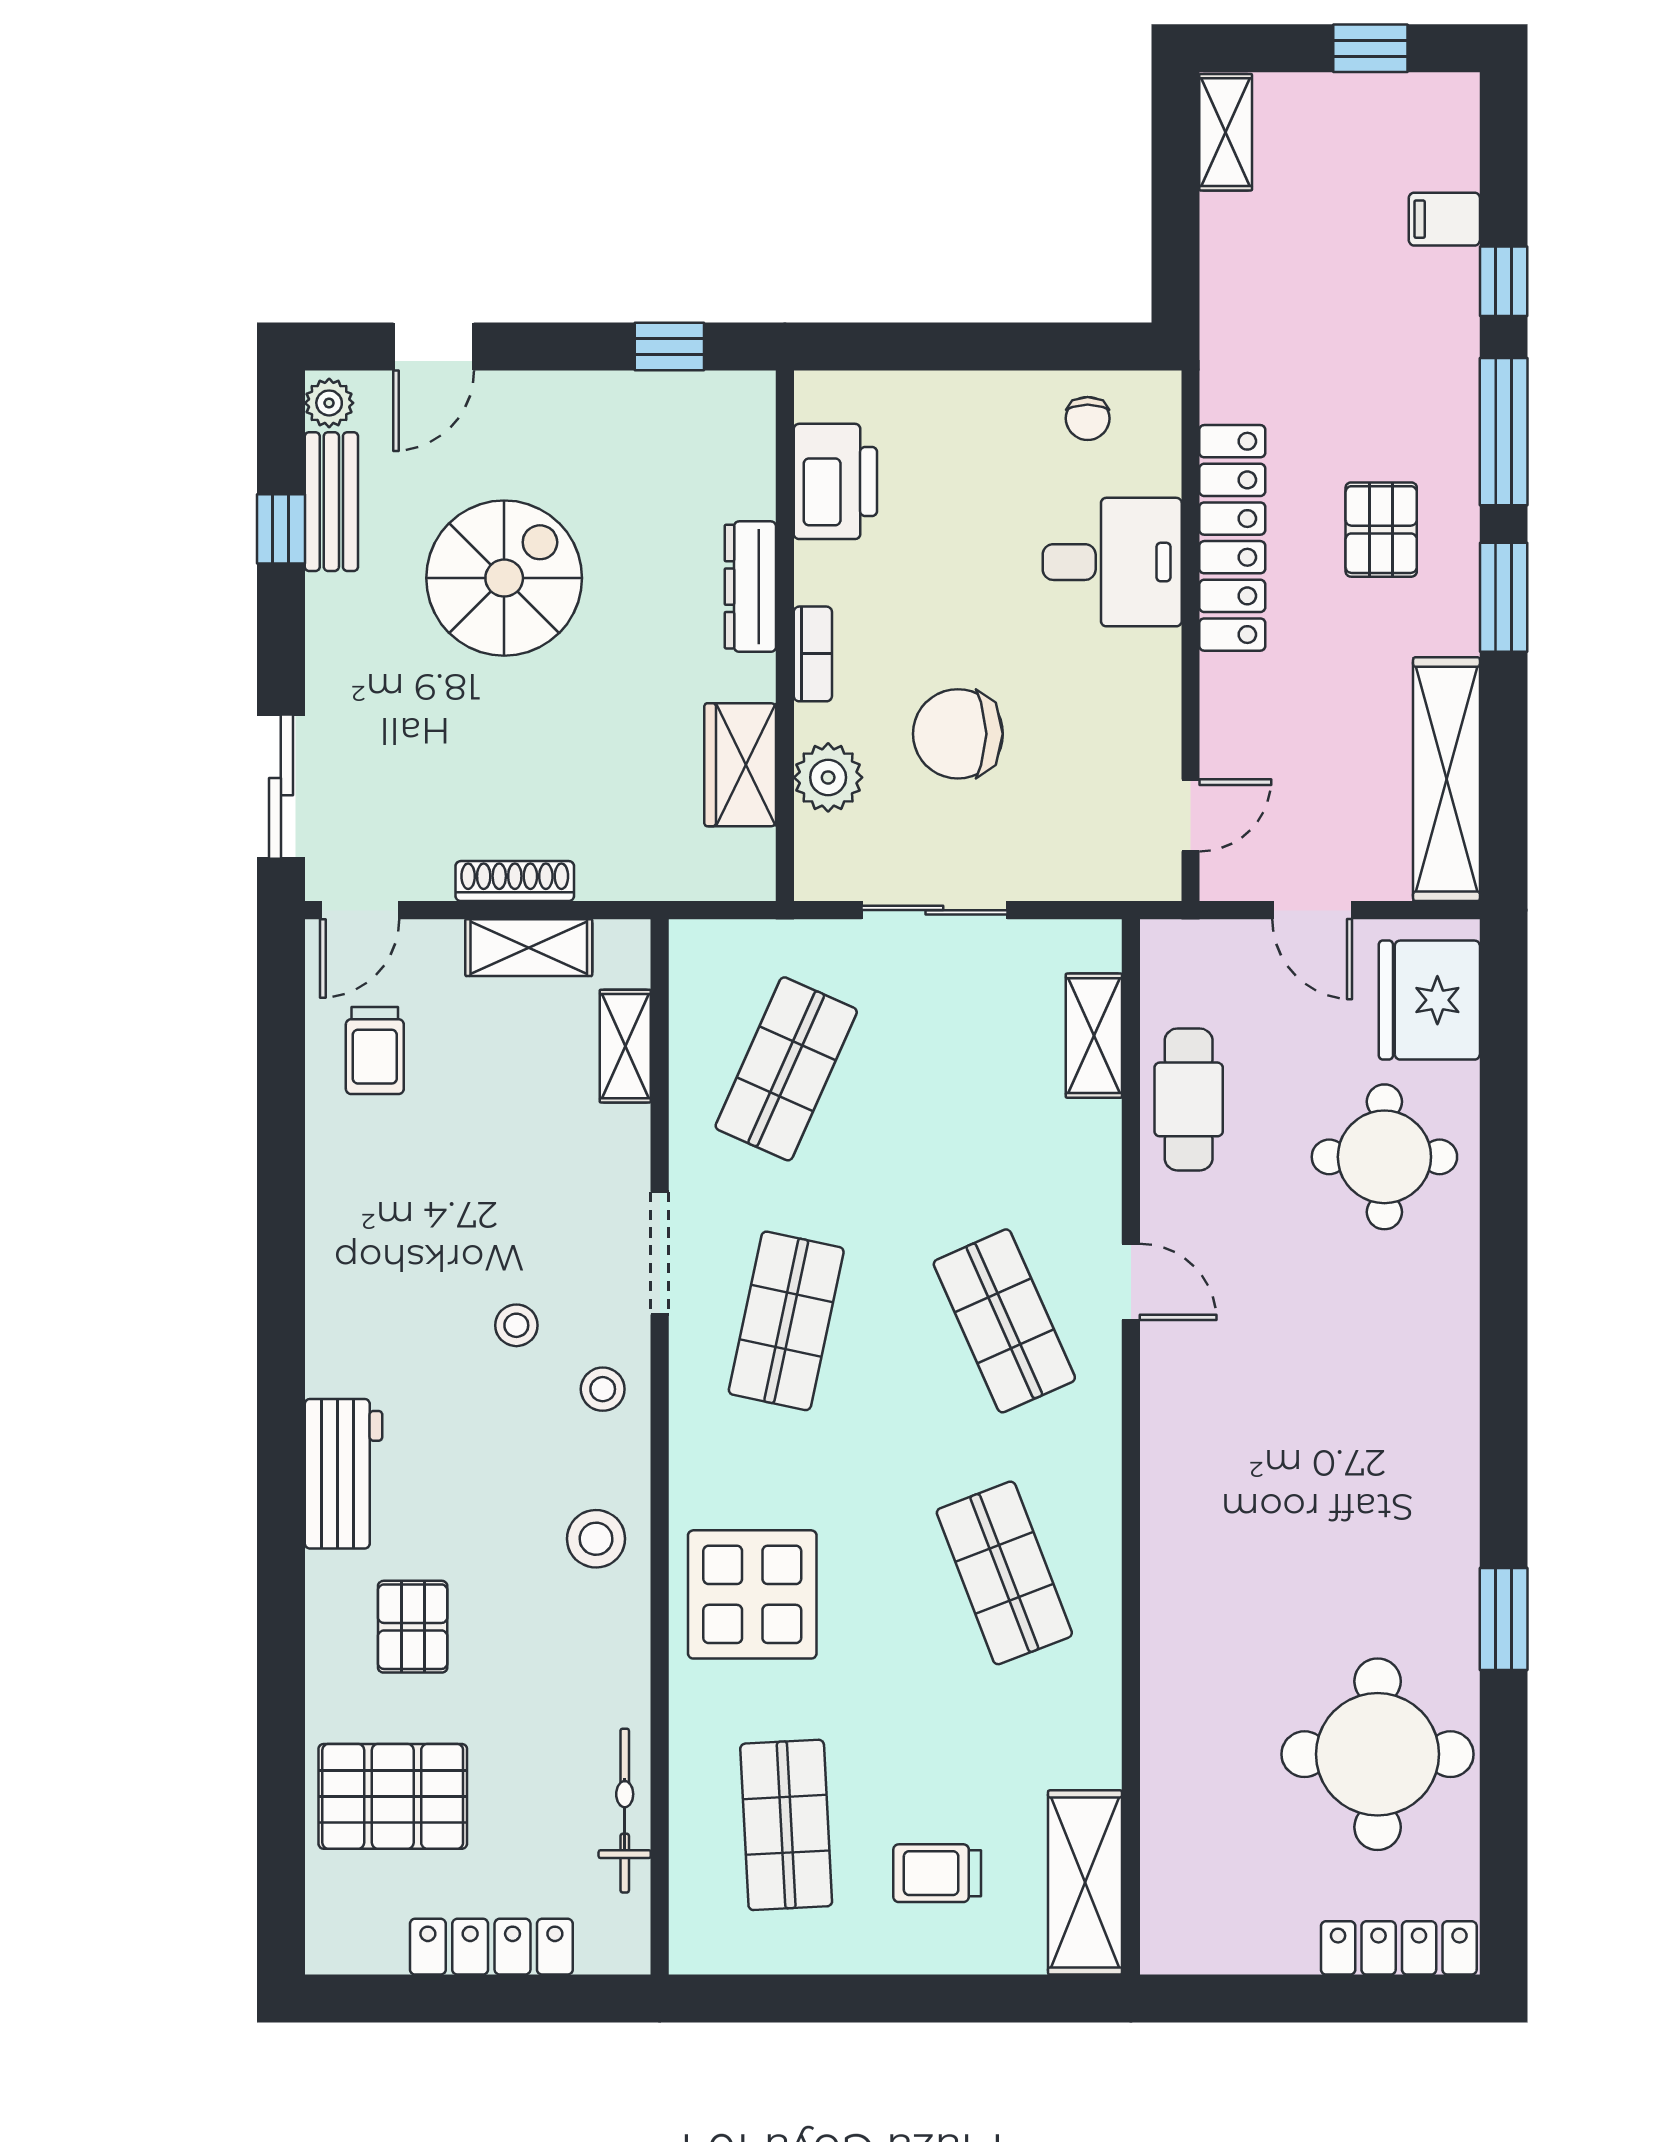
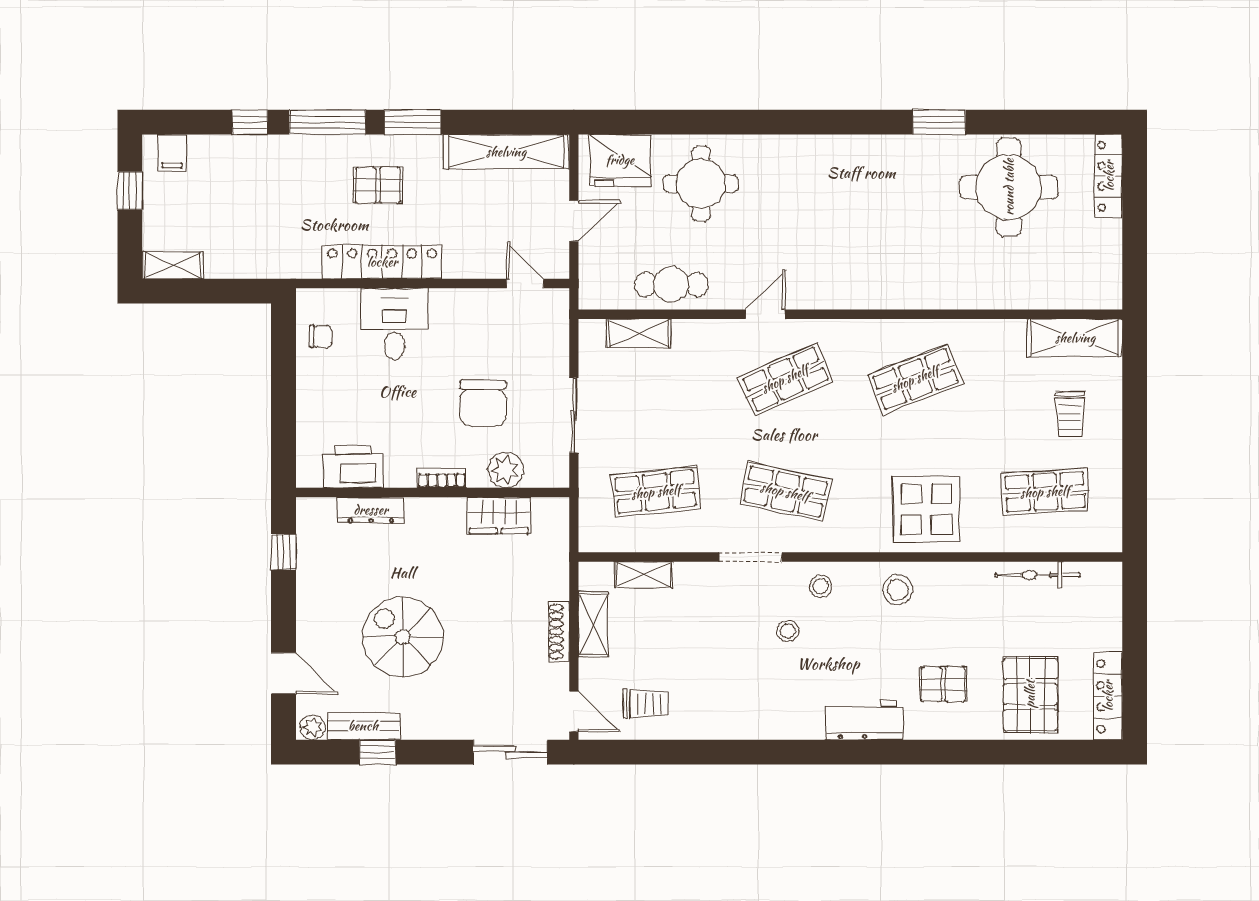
filing cabinet: (1444, 219) -> (172, 153), moved
dresser: (750, 587) -> (371, 510), moved
shop shelf: (786, 1069) -> (656, 492), turned -30
locker: (491, 1947) -> (1108, 696), moved

